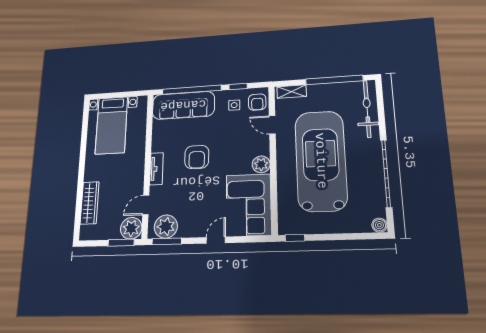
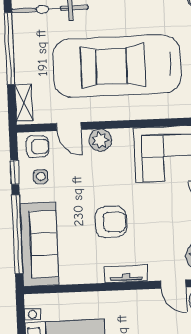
door: (272, 125) -> (69, 127), hinge flipped
plant: (261, 164) -> (100, 140), moved

